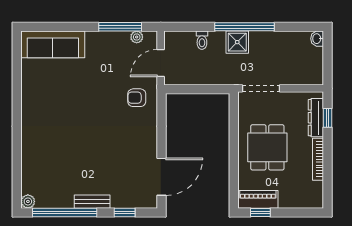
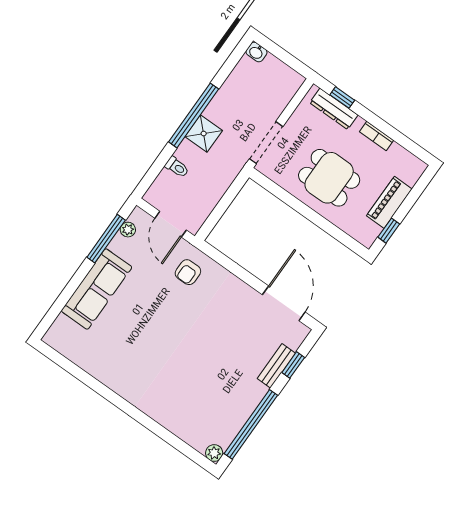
sofa: (53, 44) -> (97, 289), moved
bookcase: (318, 159) -> (377, 136), width x0.64
piano: (258, 199) -> (389, 202), moved
bench: (92, 202) -> (276, 366), moved

